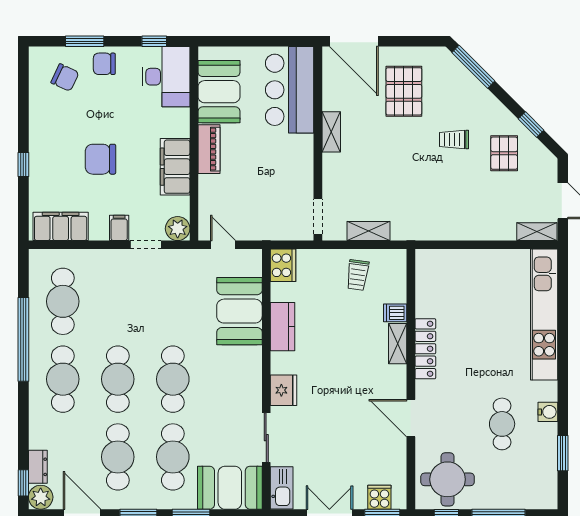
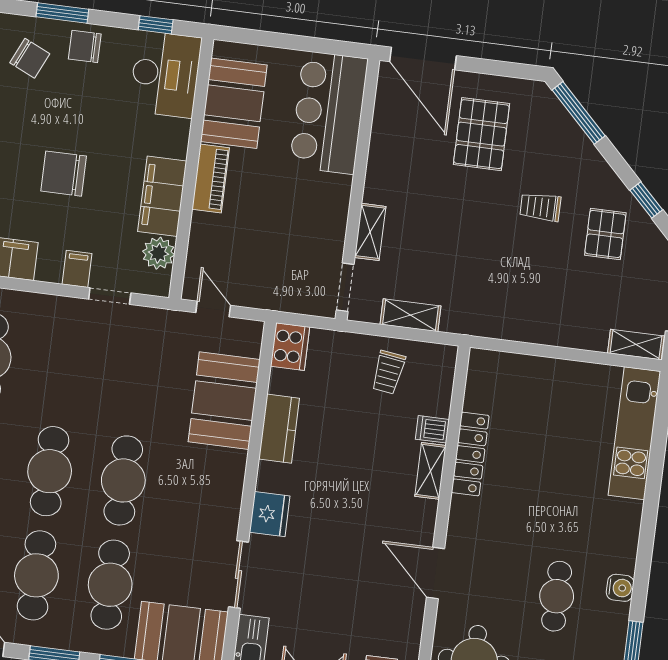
shelving: (331, 132) -> (370, 232), moved
plant: (178, 229) -> (159, 253), moved
kitchen unit: (544, 314) -> (634, 433), width x0.73
locker: (425, 349) -> (470, 454), moved

